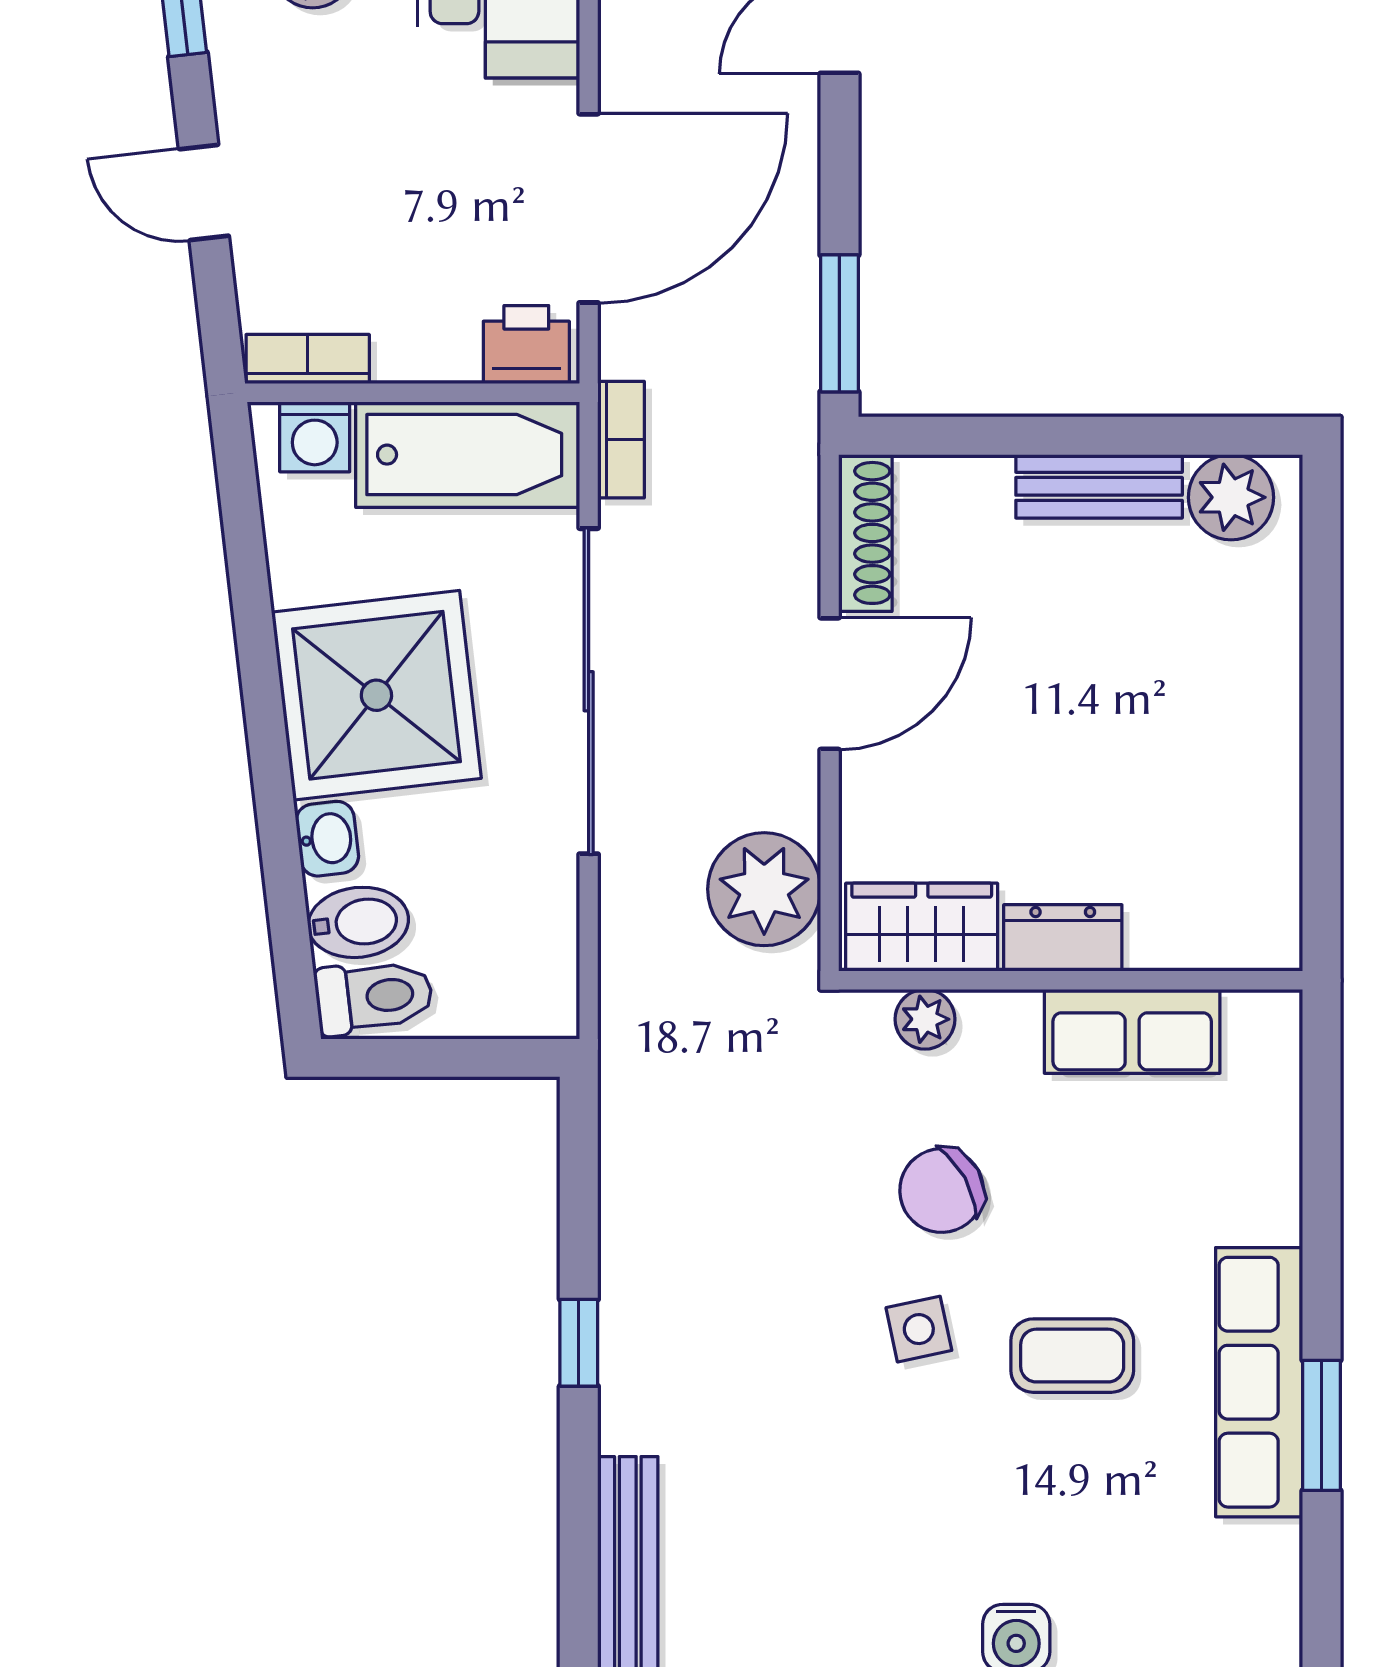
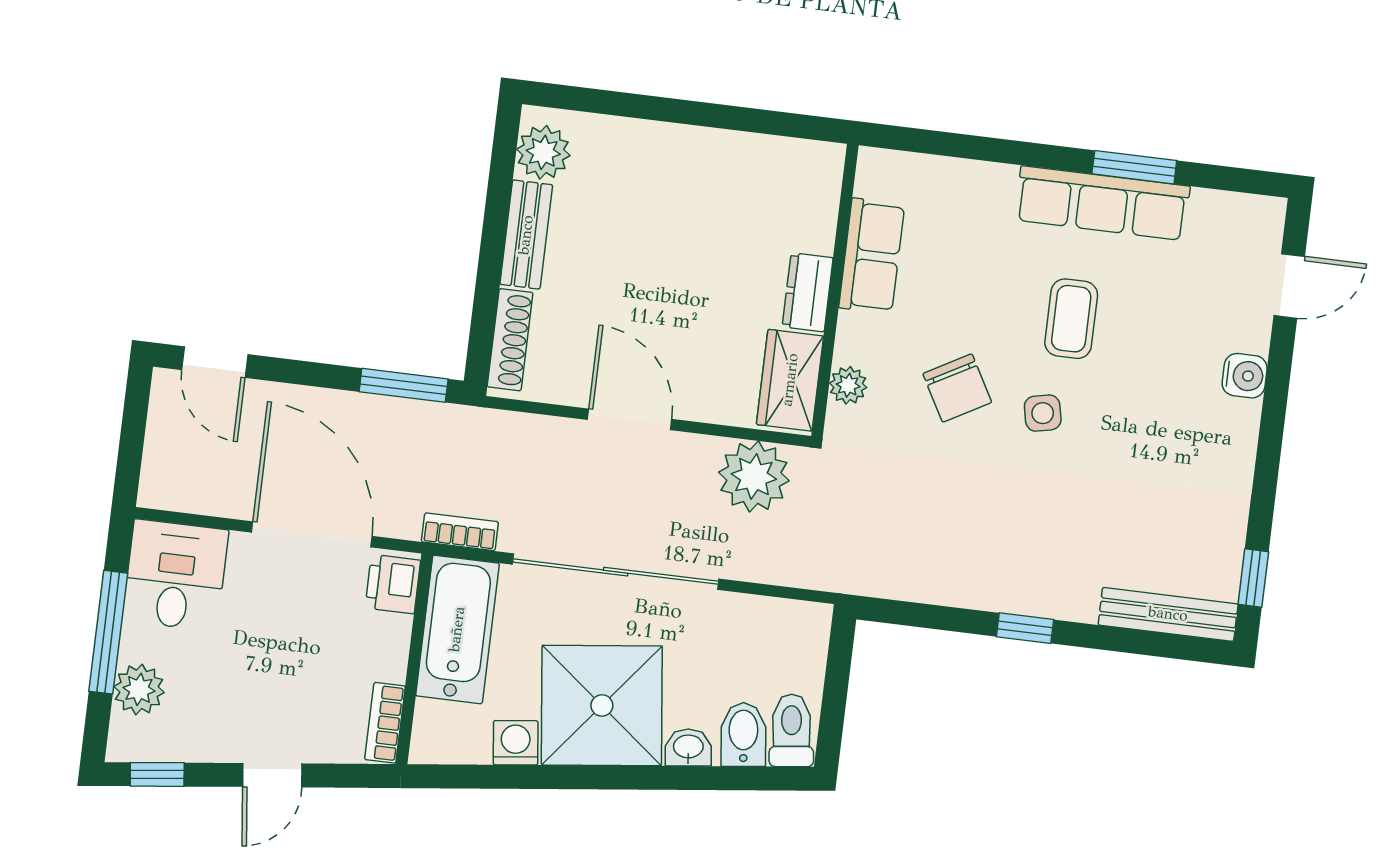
washing machine: (315, 437) -> (516, 743), moved, turned -97
shoe rack: (865, 533) -> (510, 340), moved, turned 90

